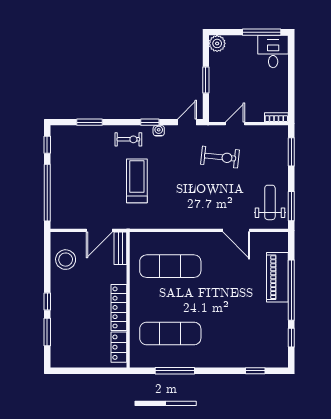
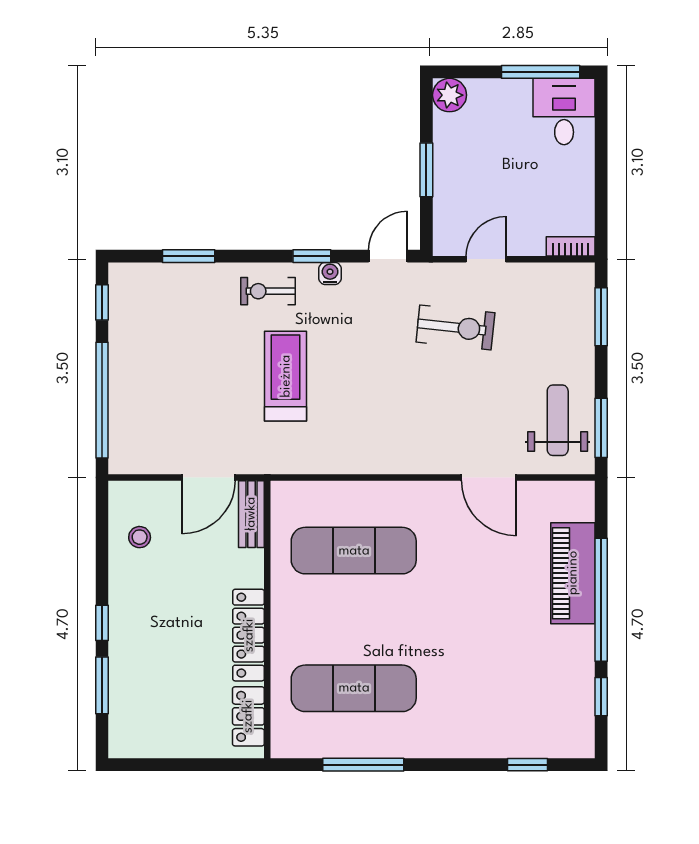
exercise bike: (128, 139) -> (268, 291), turned 180
stool: (66, 260) -> (140, 537), width x0.53, depth x0.53

